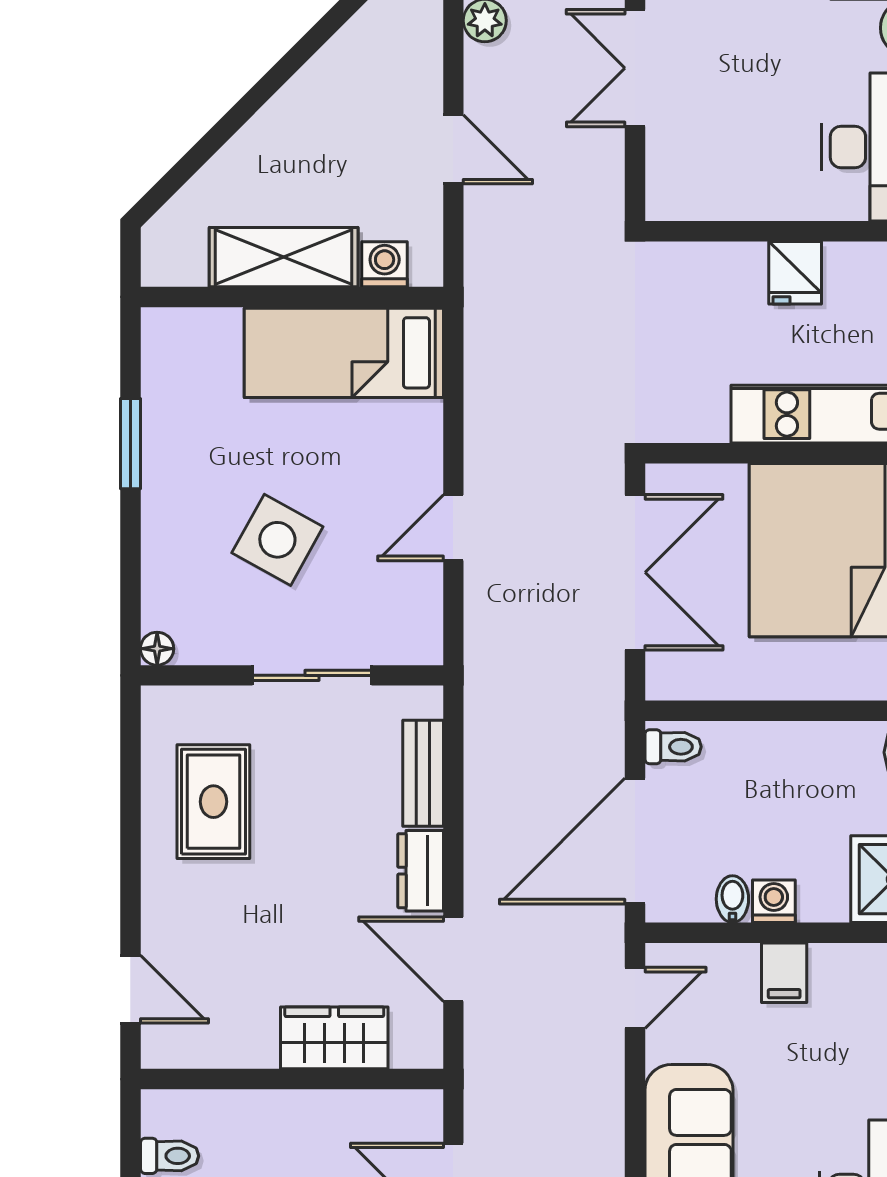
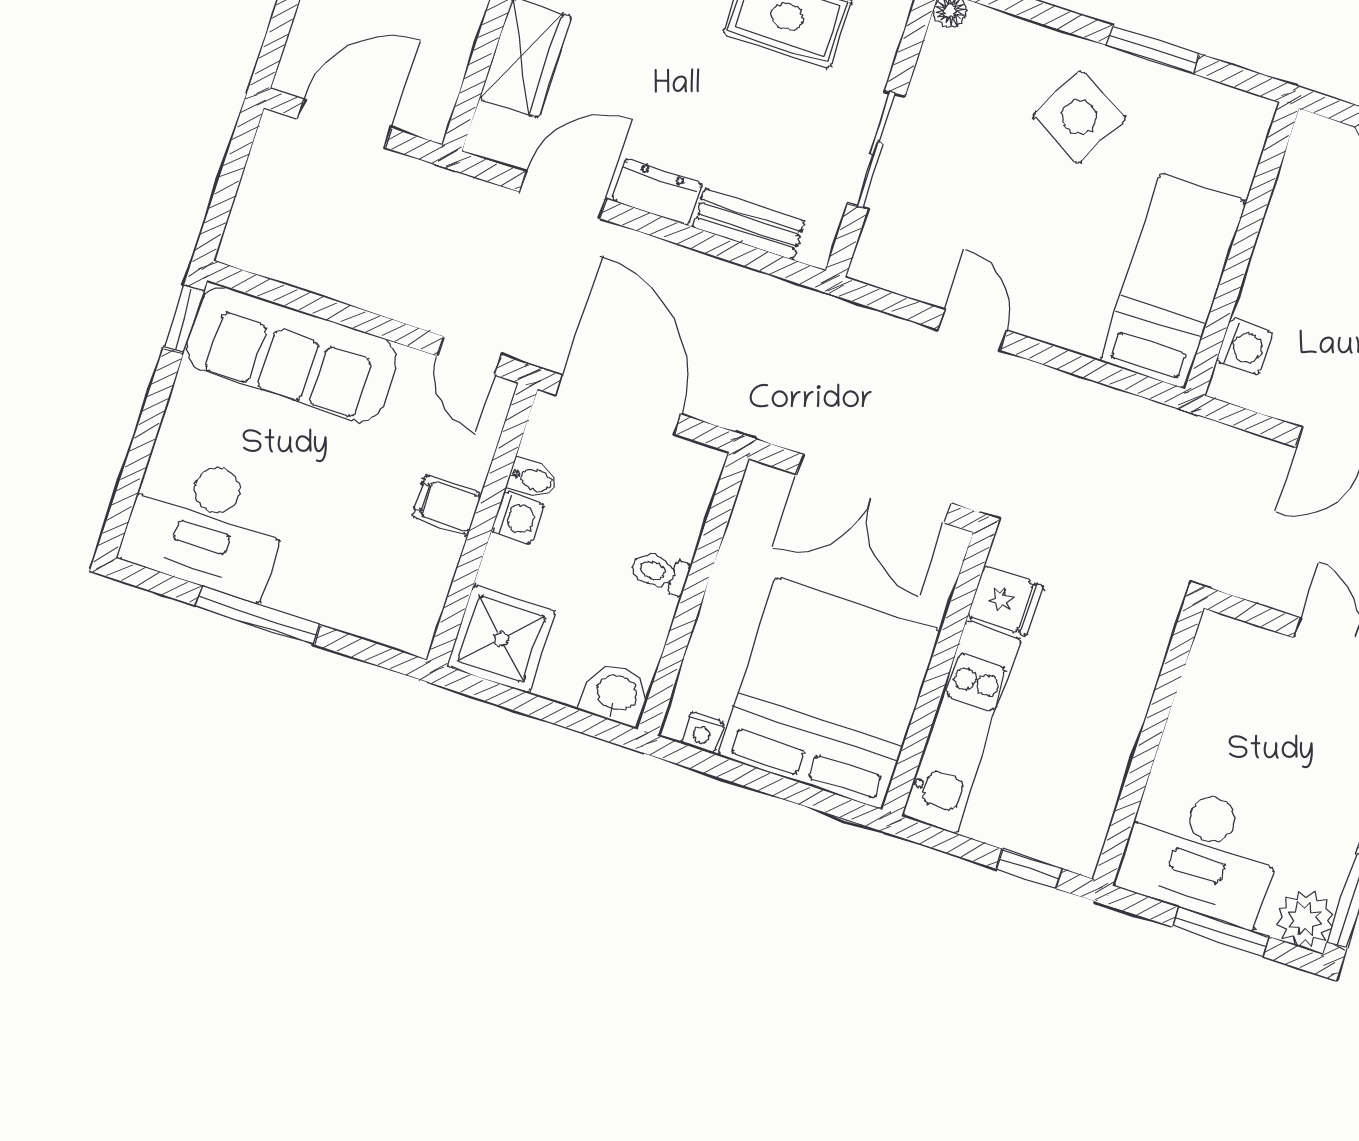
shelving: (284, 257) -> (1282, 253), removed
fridge: (795, 273) -> (1005, 601), moved, turned 180
side table: (277, 540) -> (1079, 117), moved
toilet: (673, 747) -> (660, 573), moved, turned 90

